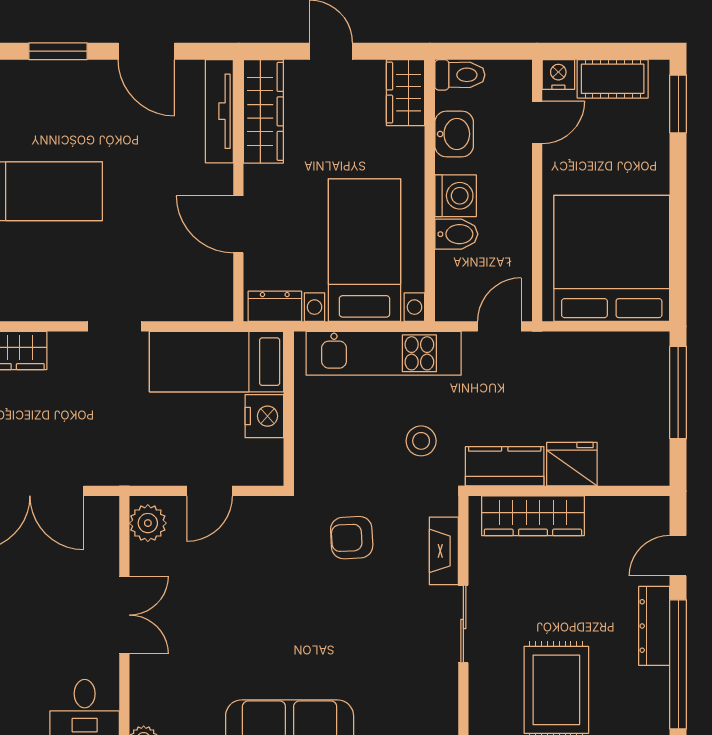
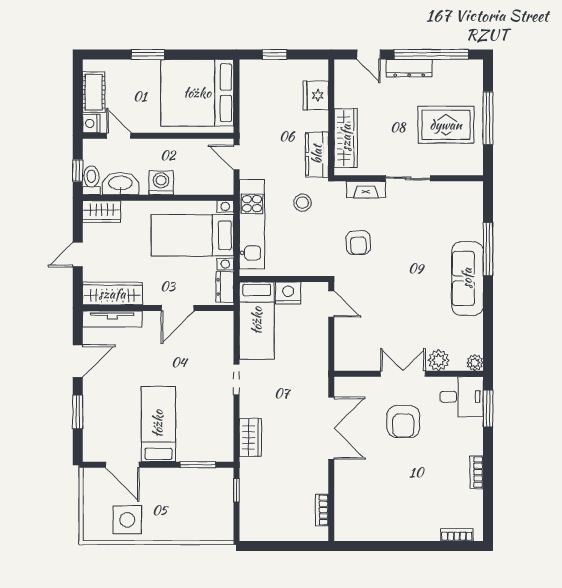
window: (477, 51) -> (78, 171), added
window: (678, 104) -> (148, 54), moved
washbasin: (454, 134) -> (120, 184), width x1.38
bidet: (456, 234) -> (183, 182), removed
window: (678, 393) -> (275, 54), width x0.46
fridge: (572, 464) -> (316, 95), moved
door: (210, 491) -> (331, 304), moved
plant: (148, 523) -> (439, 360), moved
armchair: (41, 616) -> (403, 422), added

